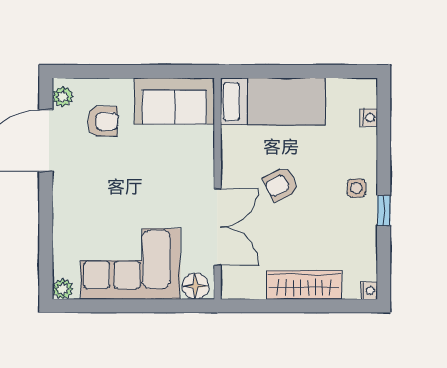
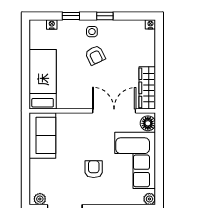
armchair: (103, 121) -> (94, 169), moved
window: (384, 151) -> (71, 16), added
armchair: (281, 184) -> (95, 55), moved
wardrobe: (304, 285) -> (147, 88), moved

